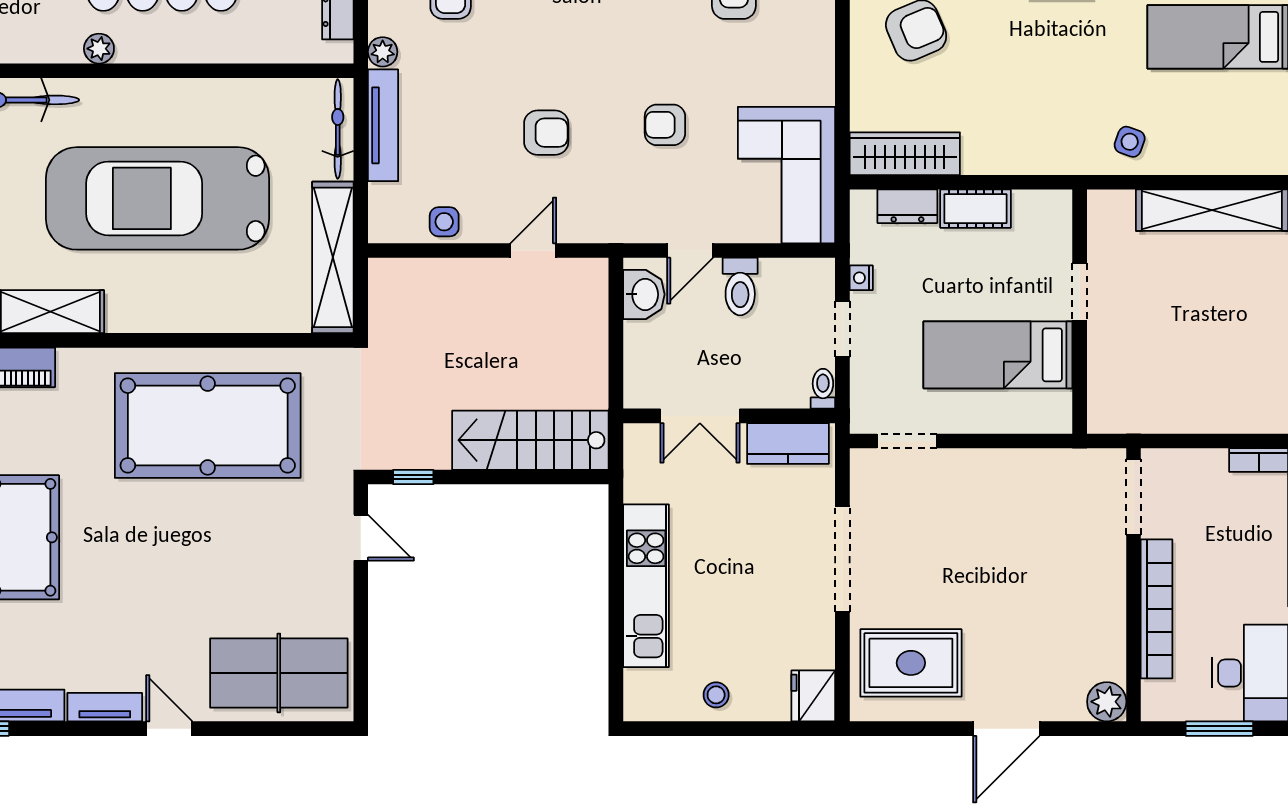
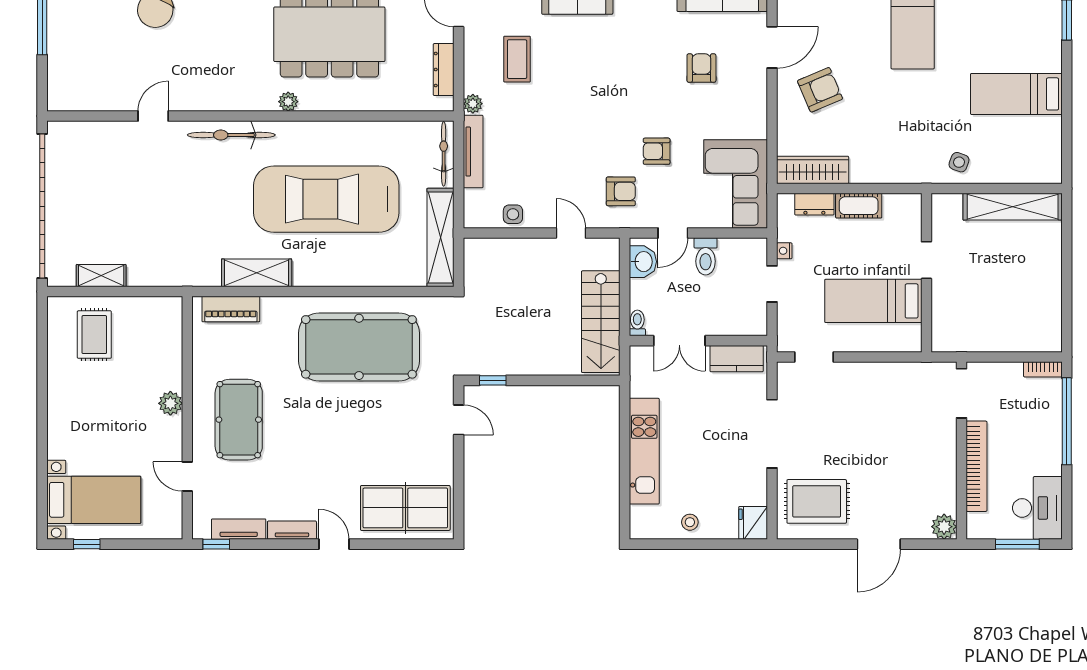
armchair: (546, 133) -> (621, 191), moved
door: (533, 251) -> (571, 233), hinge flipped
toilet: (823, 389) -> (637, 323), moved
stairs: (530, 440) -> (601, 322), moved, turned -90

